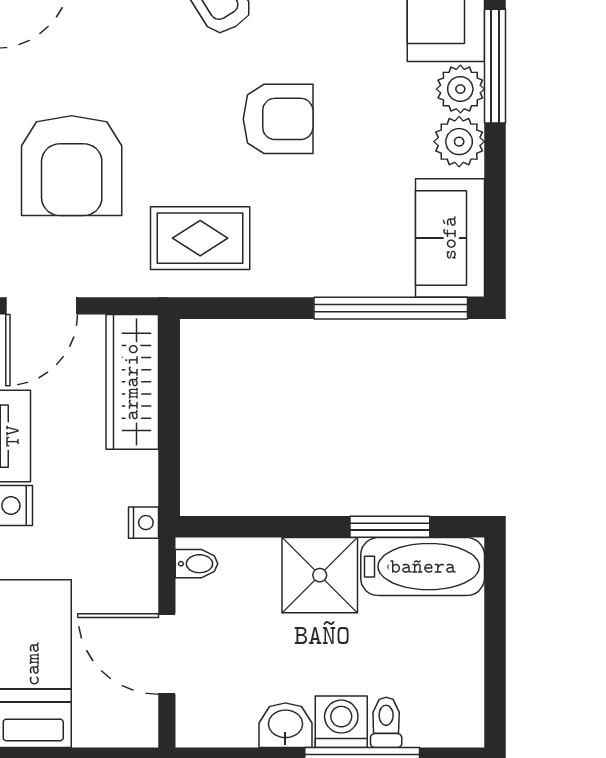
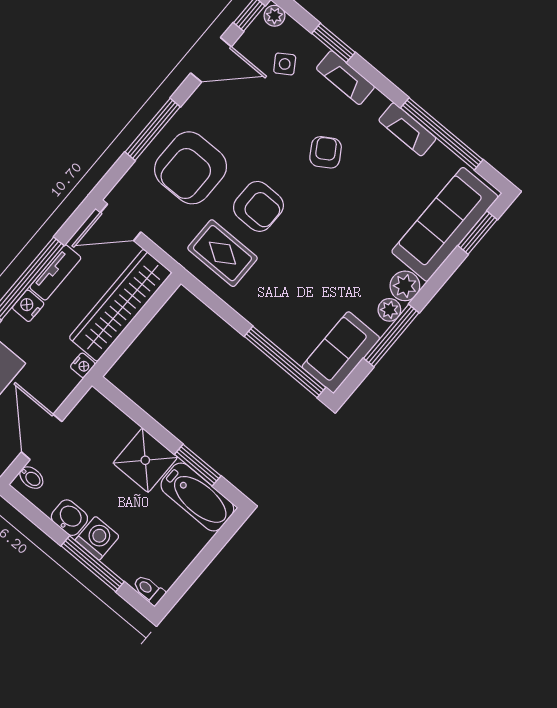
window: (495, 66) -> (391, 335), moved
armchair: (278, 119) -> (258, 206), moved
plant: (459, 142) -> (389, 310), width x0.73, depth x0.73
wardrobe: (132, 382) -> (120, 305), width x1.40, depth x1.17
bidet: (197, 564) -> (31, 478), moved
toilet: (386, 722) -> (149, 590), moved, turned -90

